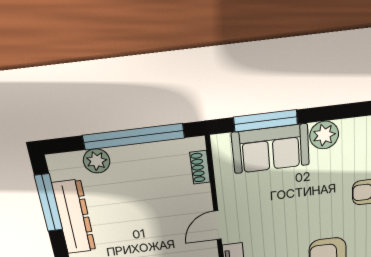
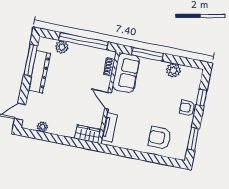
sofa: (271, 149) -> (126, 73), moved, turned -90
door: (218, 225) -> (108, 101), hinge flipped

